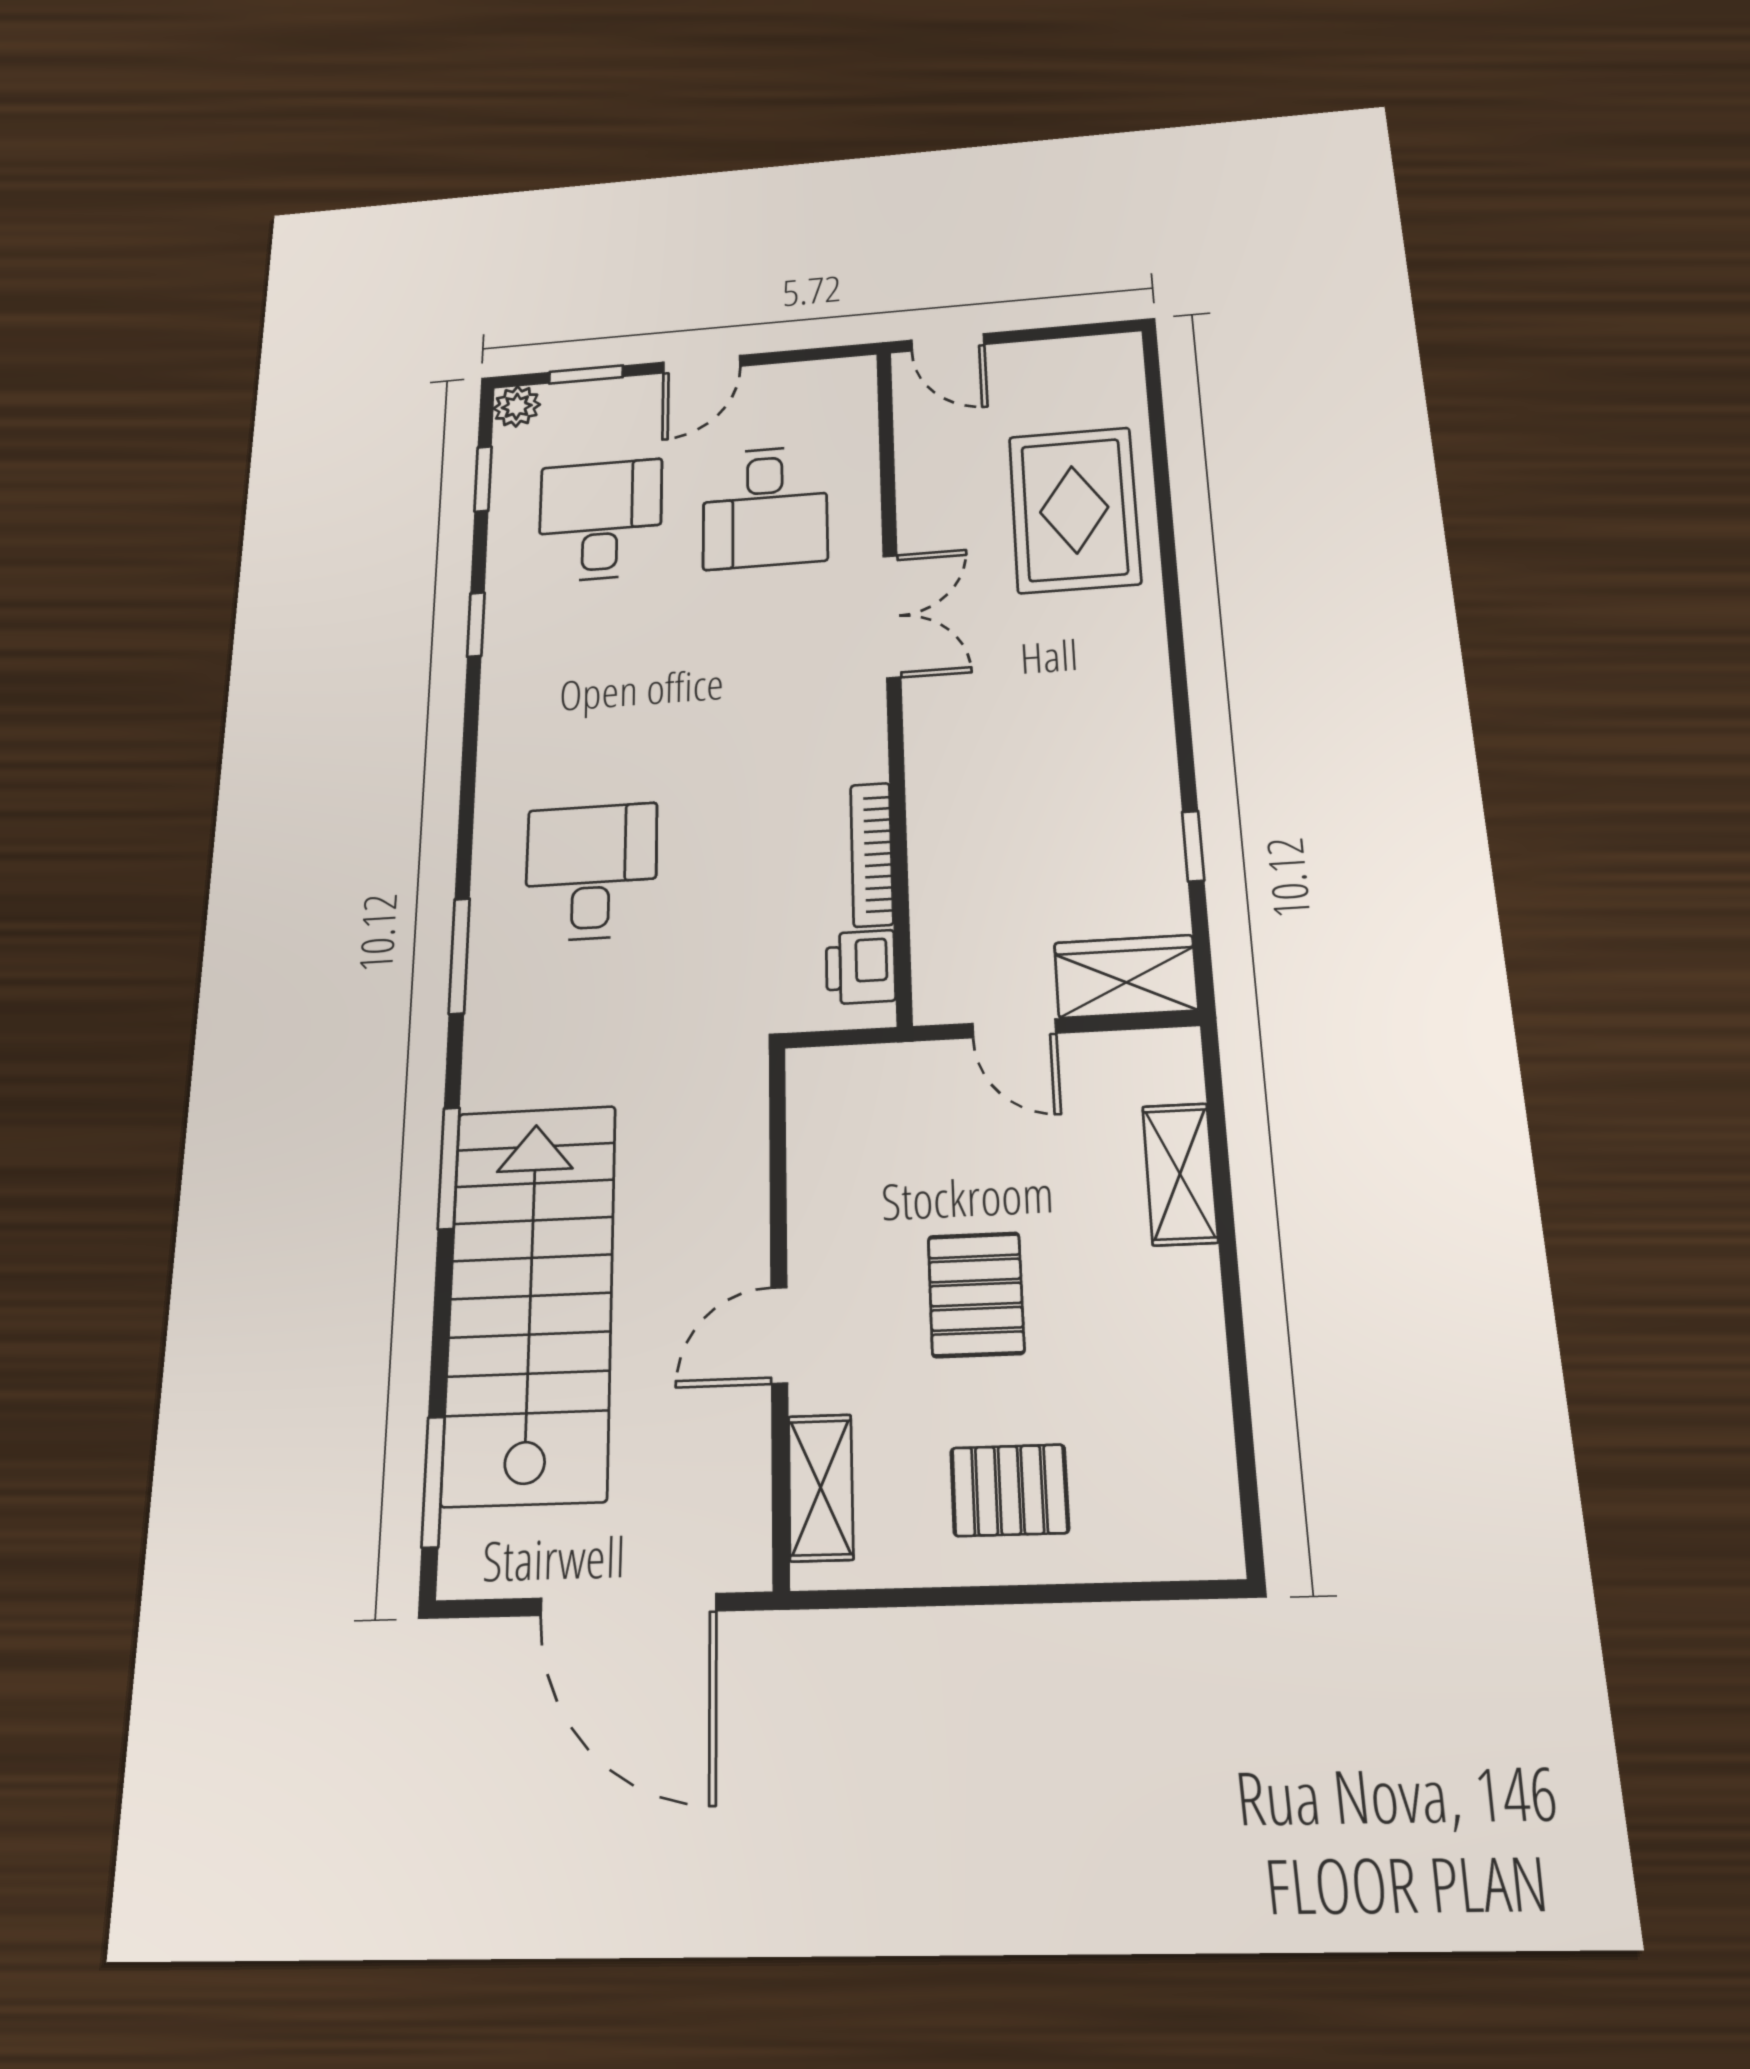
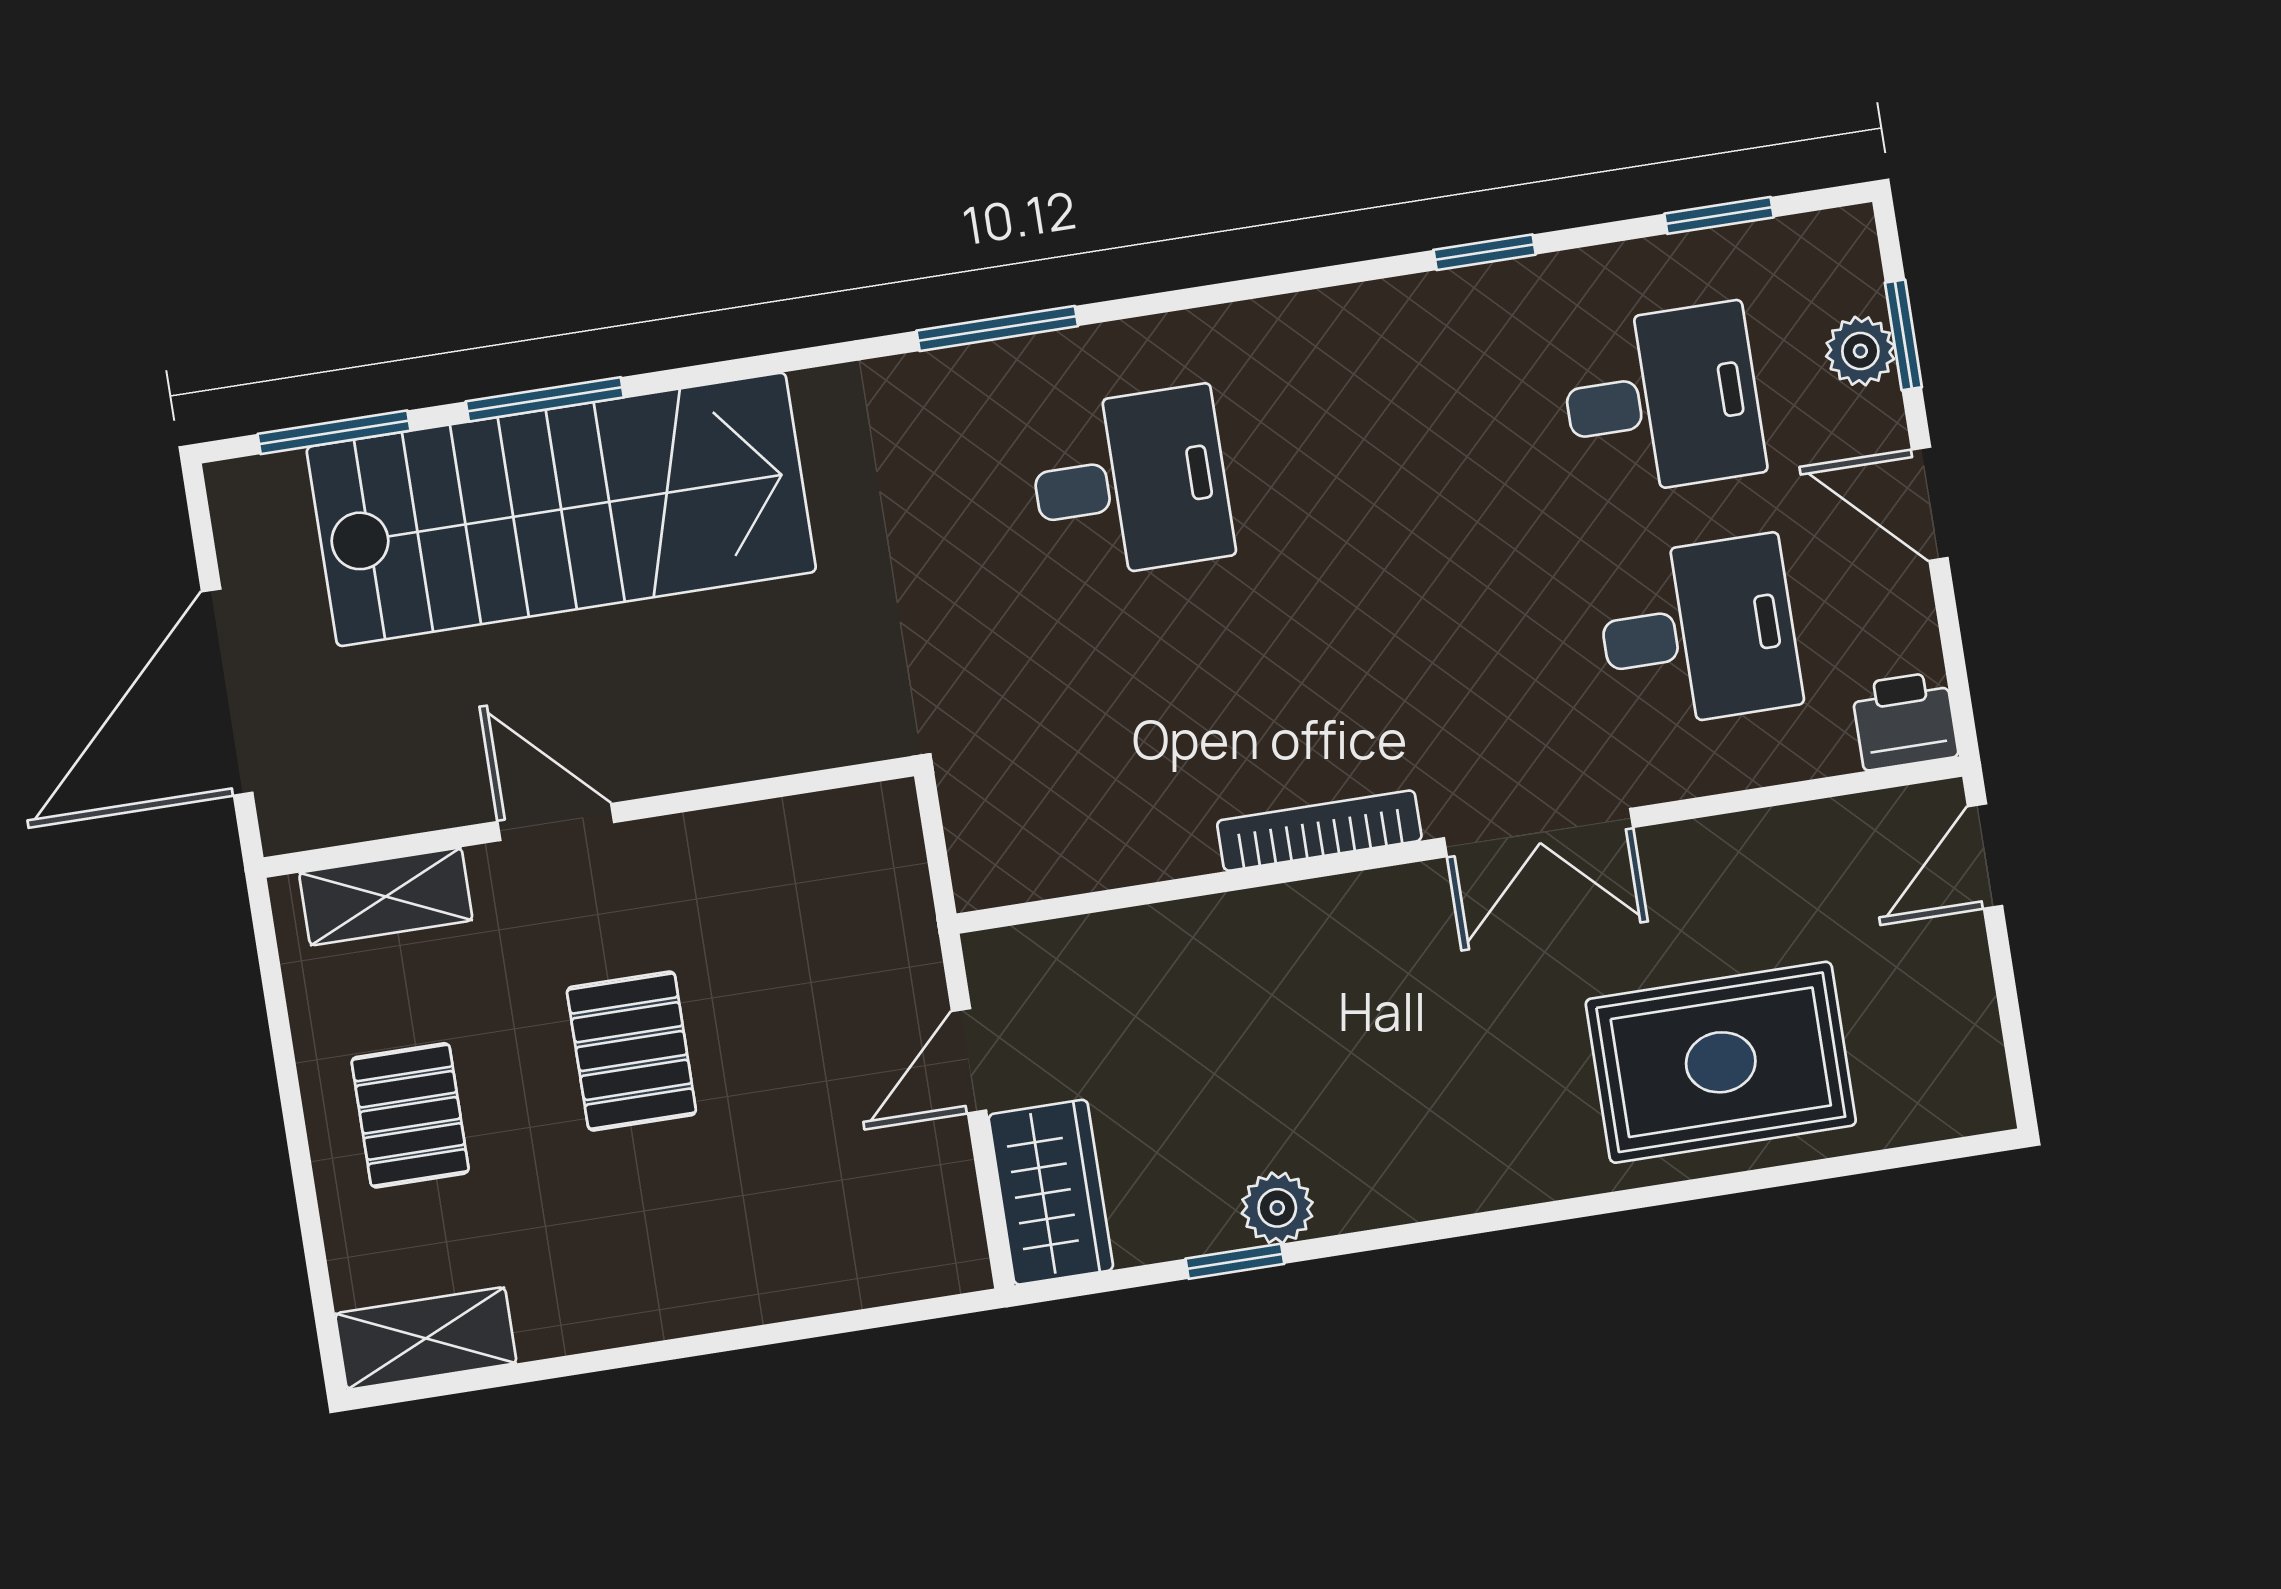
plant: (517, 407) -> (1860, 351), moved
desk: (765, 507) -> (1698, 632), turned 180
plant: (1154, 813) -> (1277, 1208), added
bookcase: (872, 854) -> (1319, 831), moved
printer: (861, 967) -> (1905, 721), moved
window: (449, 1168) -> (545, 399), moved
shelving: (1180, 1174) -> (426, 1338), moved
pallet: (976, 1295) -> (631, 1051), turned 90

